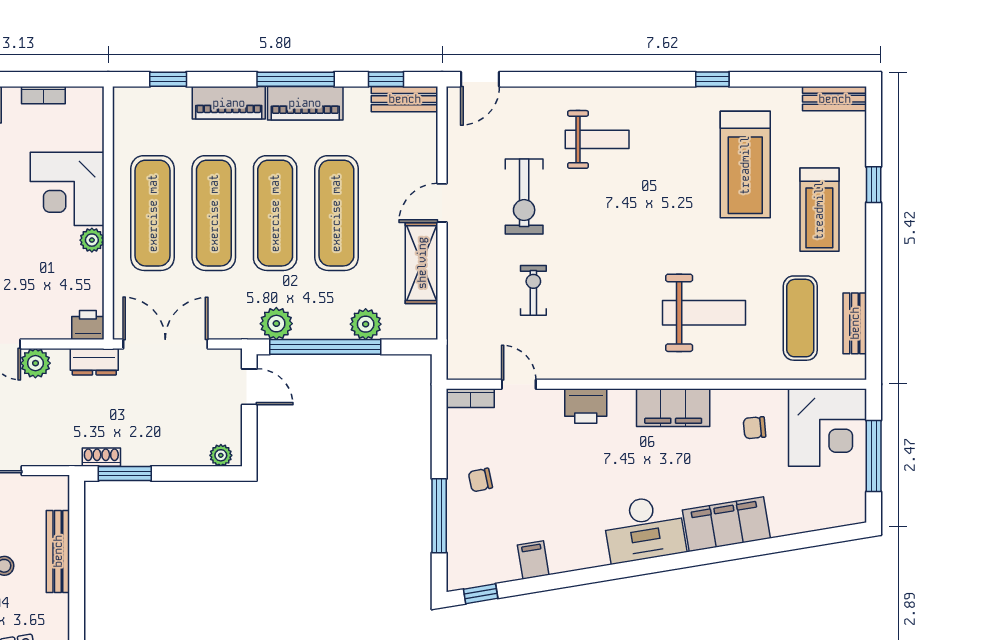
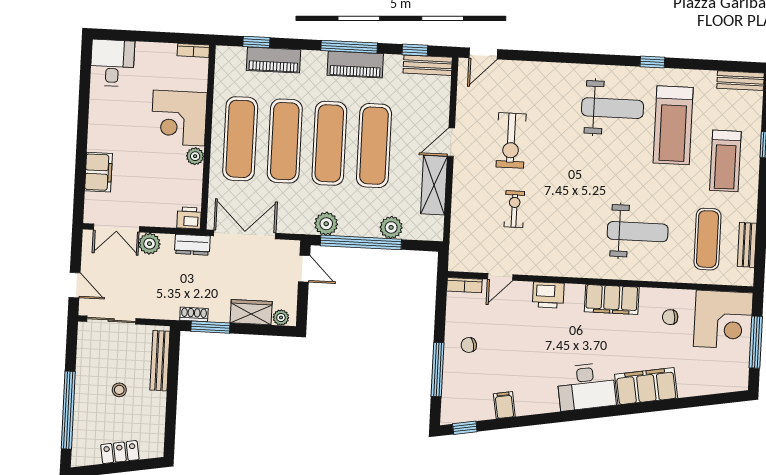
bookcase: (43, 95) -> (193, 50), moved
piano: (229, 103) -> (274, 60), moved
weight bench: (597, 139) -> (612, 108), moved, width x1.36, depth x1.33
door: (519, 384) -> (500, 277), swing flipped
wardrobe: (180, 450) -> (251, 312), added
bench: (58, 551) -> (160, 361), moved

